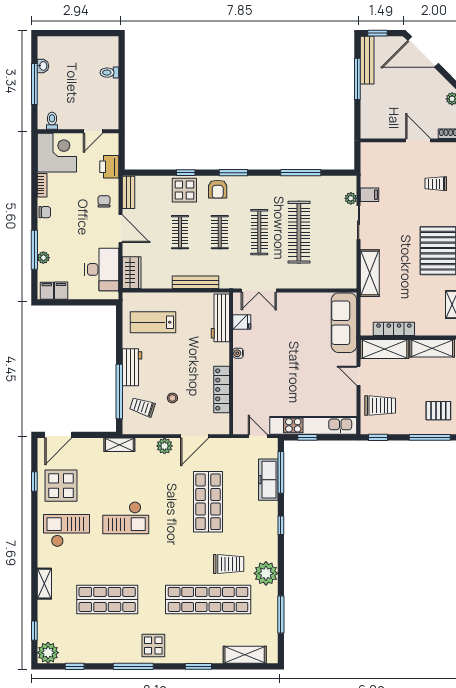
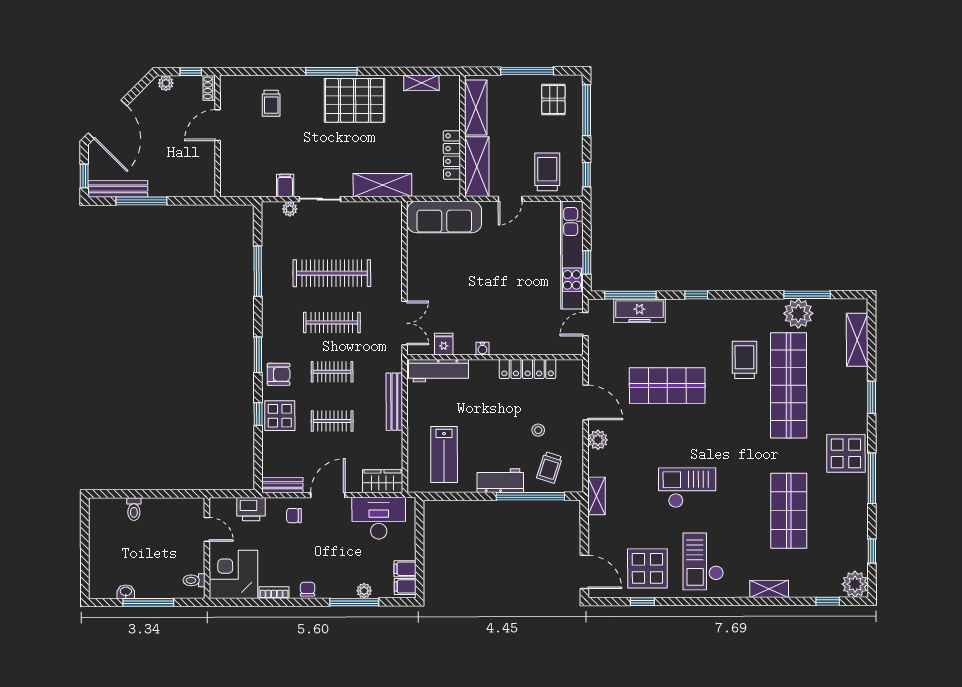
checkout: (126, 518) -> (687, 488), turned -90
plant: (266, 573) -> (798, 313), moved
display table: (153, 646) -> (846, 453), width x1.36, depth x1.36

